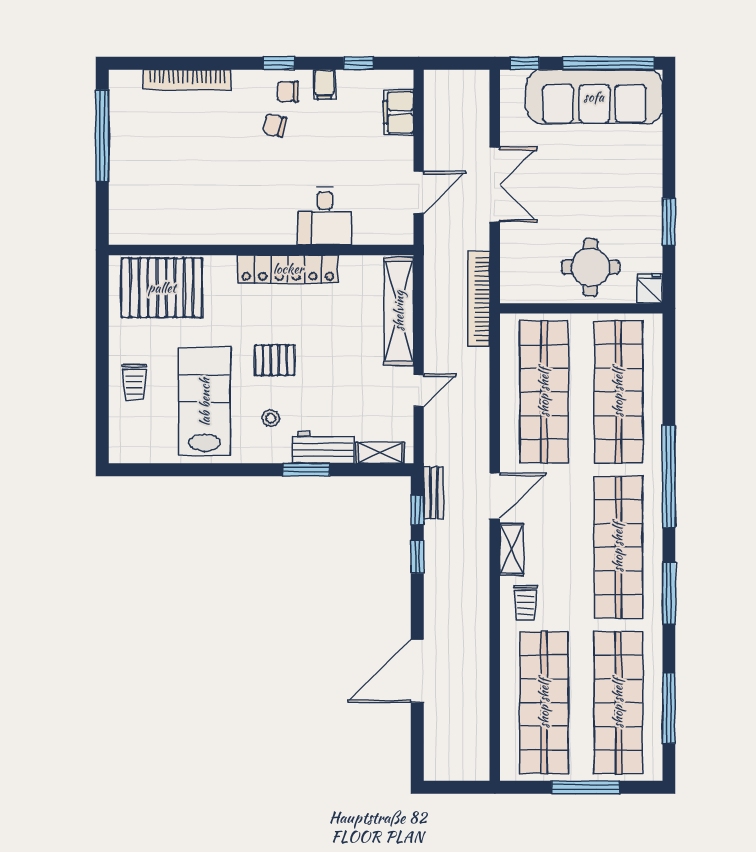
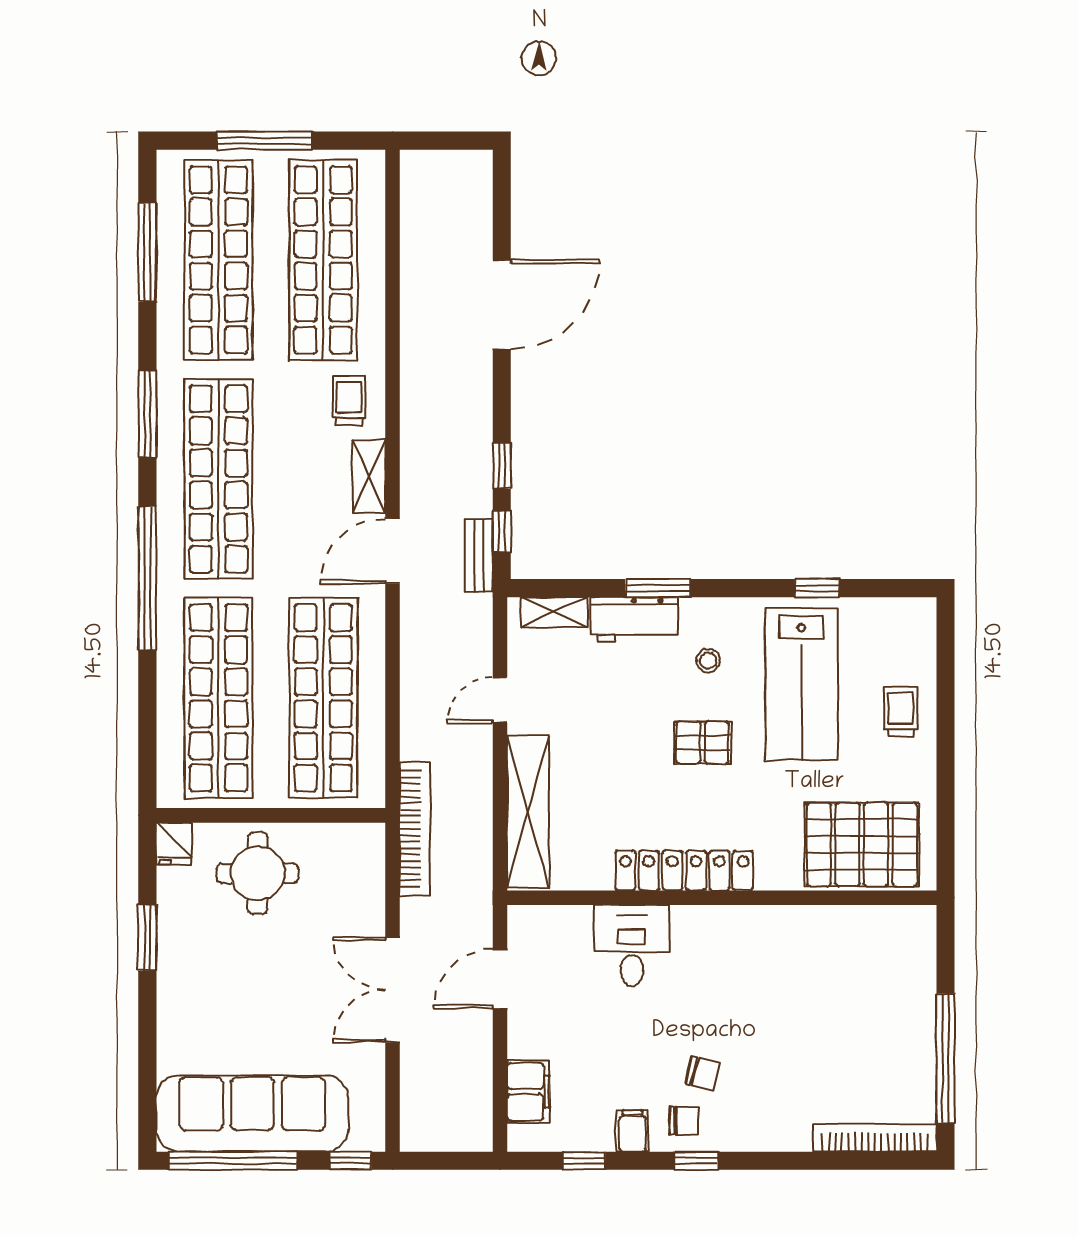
bookcase: (187, 80) -> (875, 1138), moved
window: (193, 470) -> (817, 588), added

